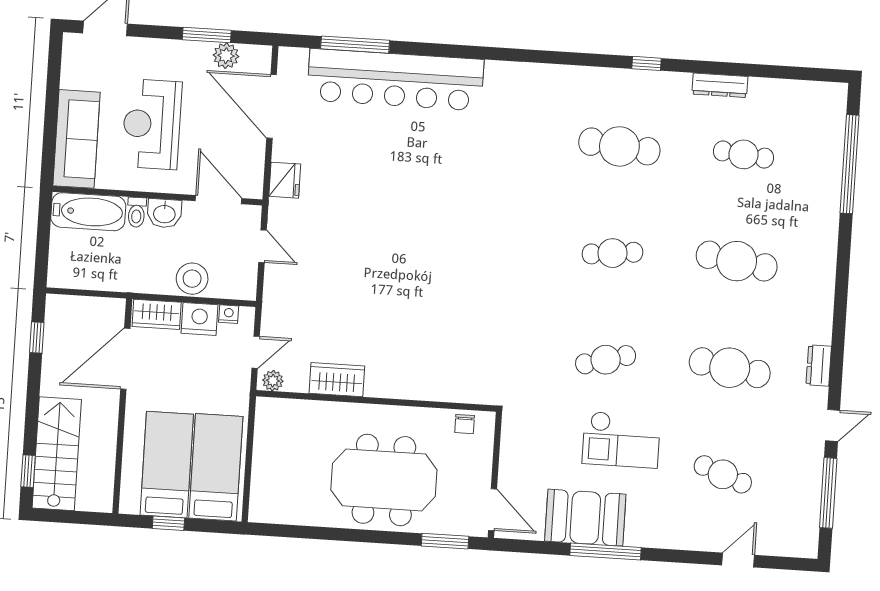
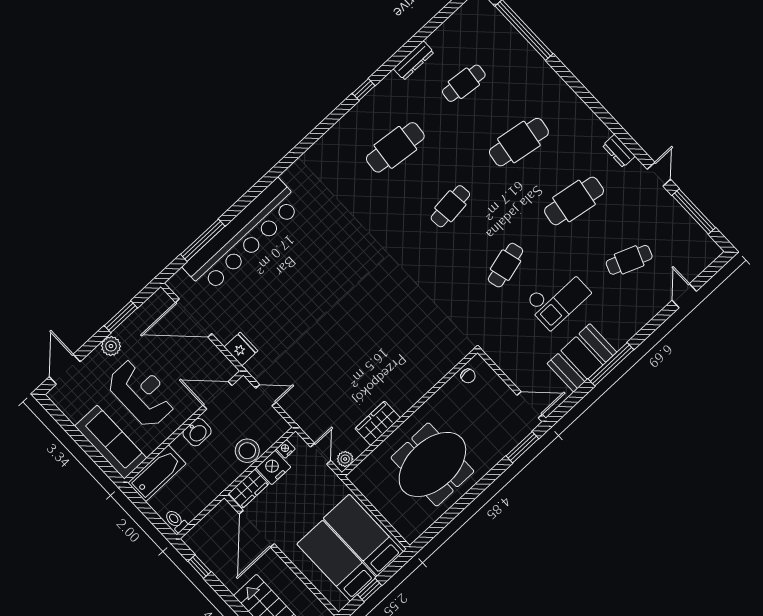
plant: (226, 56) -> (111, 346), moved
reception desk: (152, 124) -> (142, 393), turned 180
toilet: (137, 212) -> (176, 521), moved, turned 180
meeting table: (384, 480) -> (432, 464), moved

